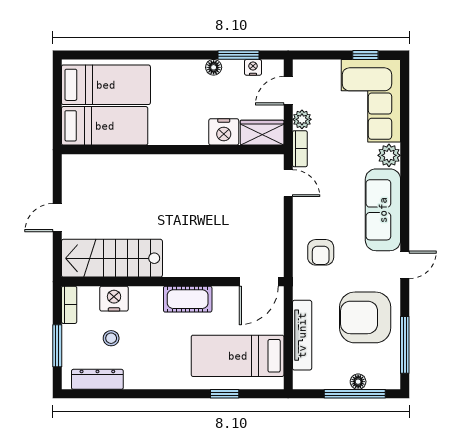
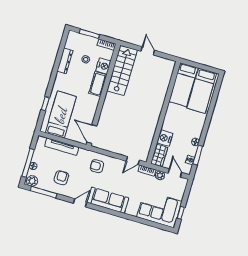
plant: (389, 155) -> (32, 181), moved
door: (405, 265) -> (80, 203), swing flipped
cot: (188, 299) -> (98, 84), moved
armchair: (365, 317) -> (61, 178), width x0.53, depth x0.53
dresser: (97, 379) -> (65, 61), moved

